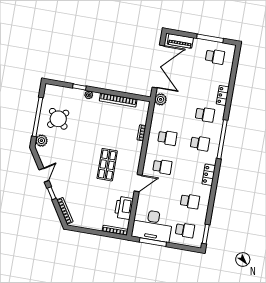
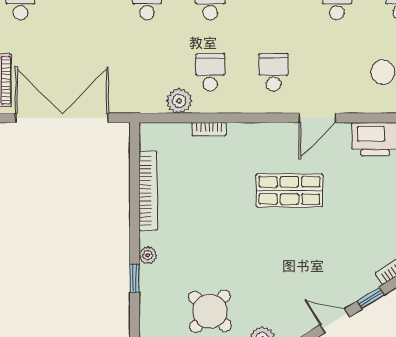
plant: (161, 99) -> (179, 101), moved
door: (138, 183) -> (317, 118), swing flipped

